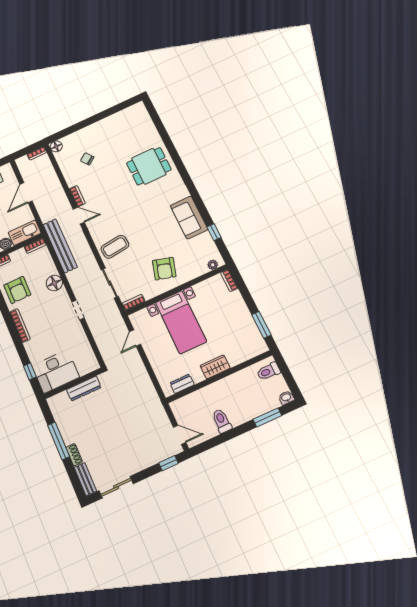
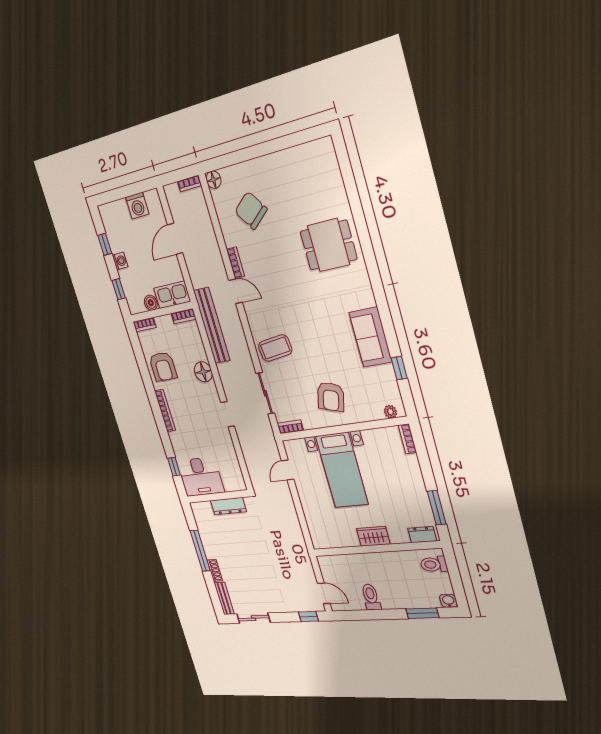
chair: (87, 159) -> (251, 210), width x1.87, depth x1.87
dresser: (182, 384) -> (422, 535), moved

